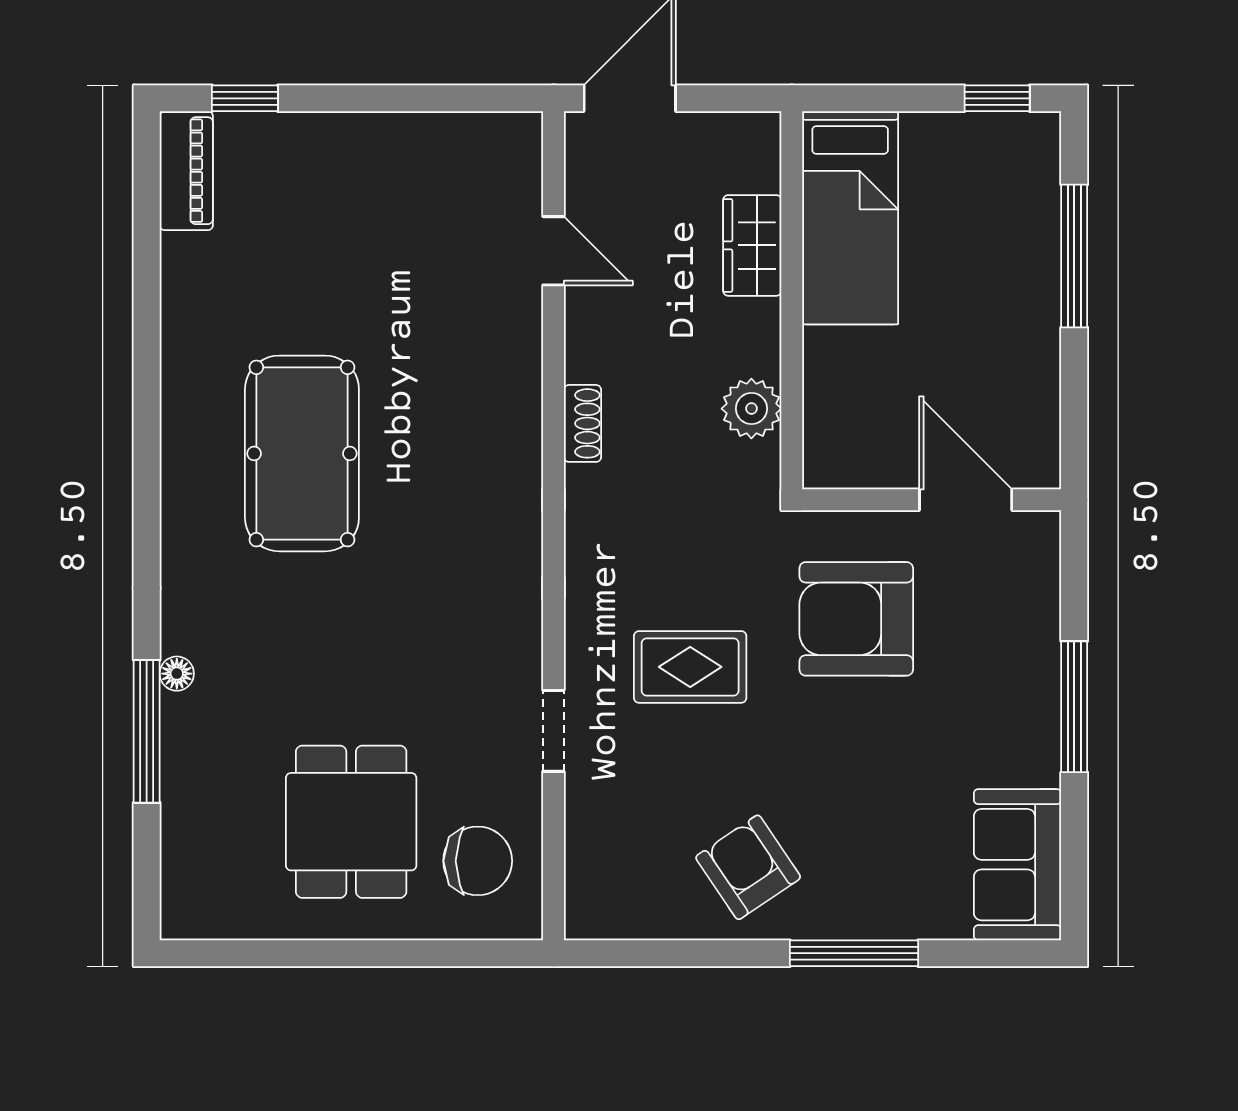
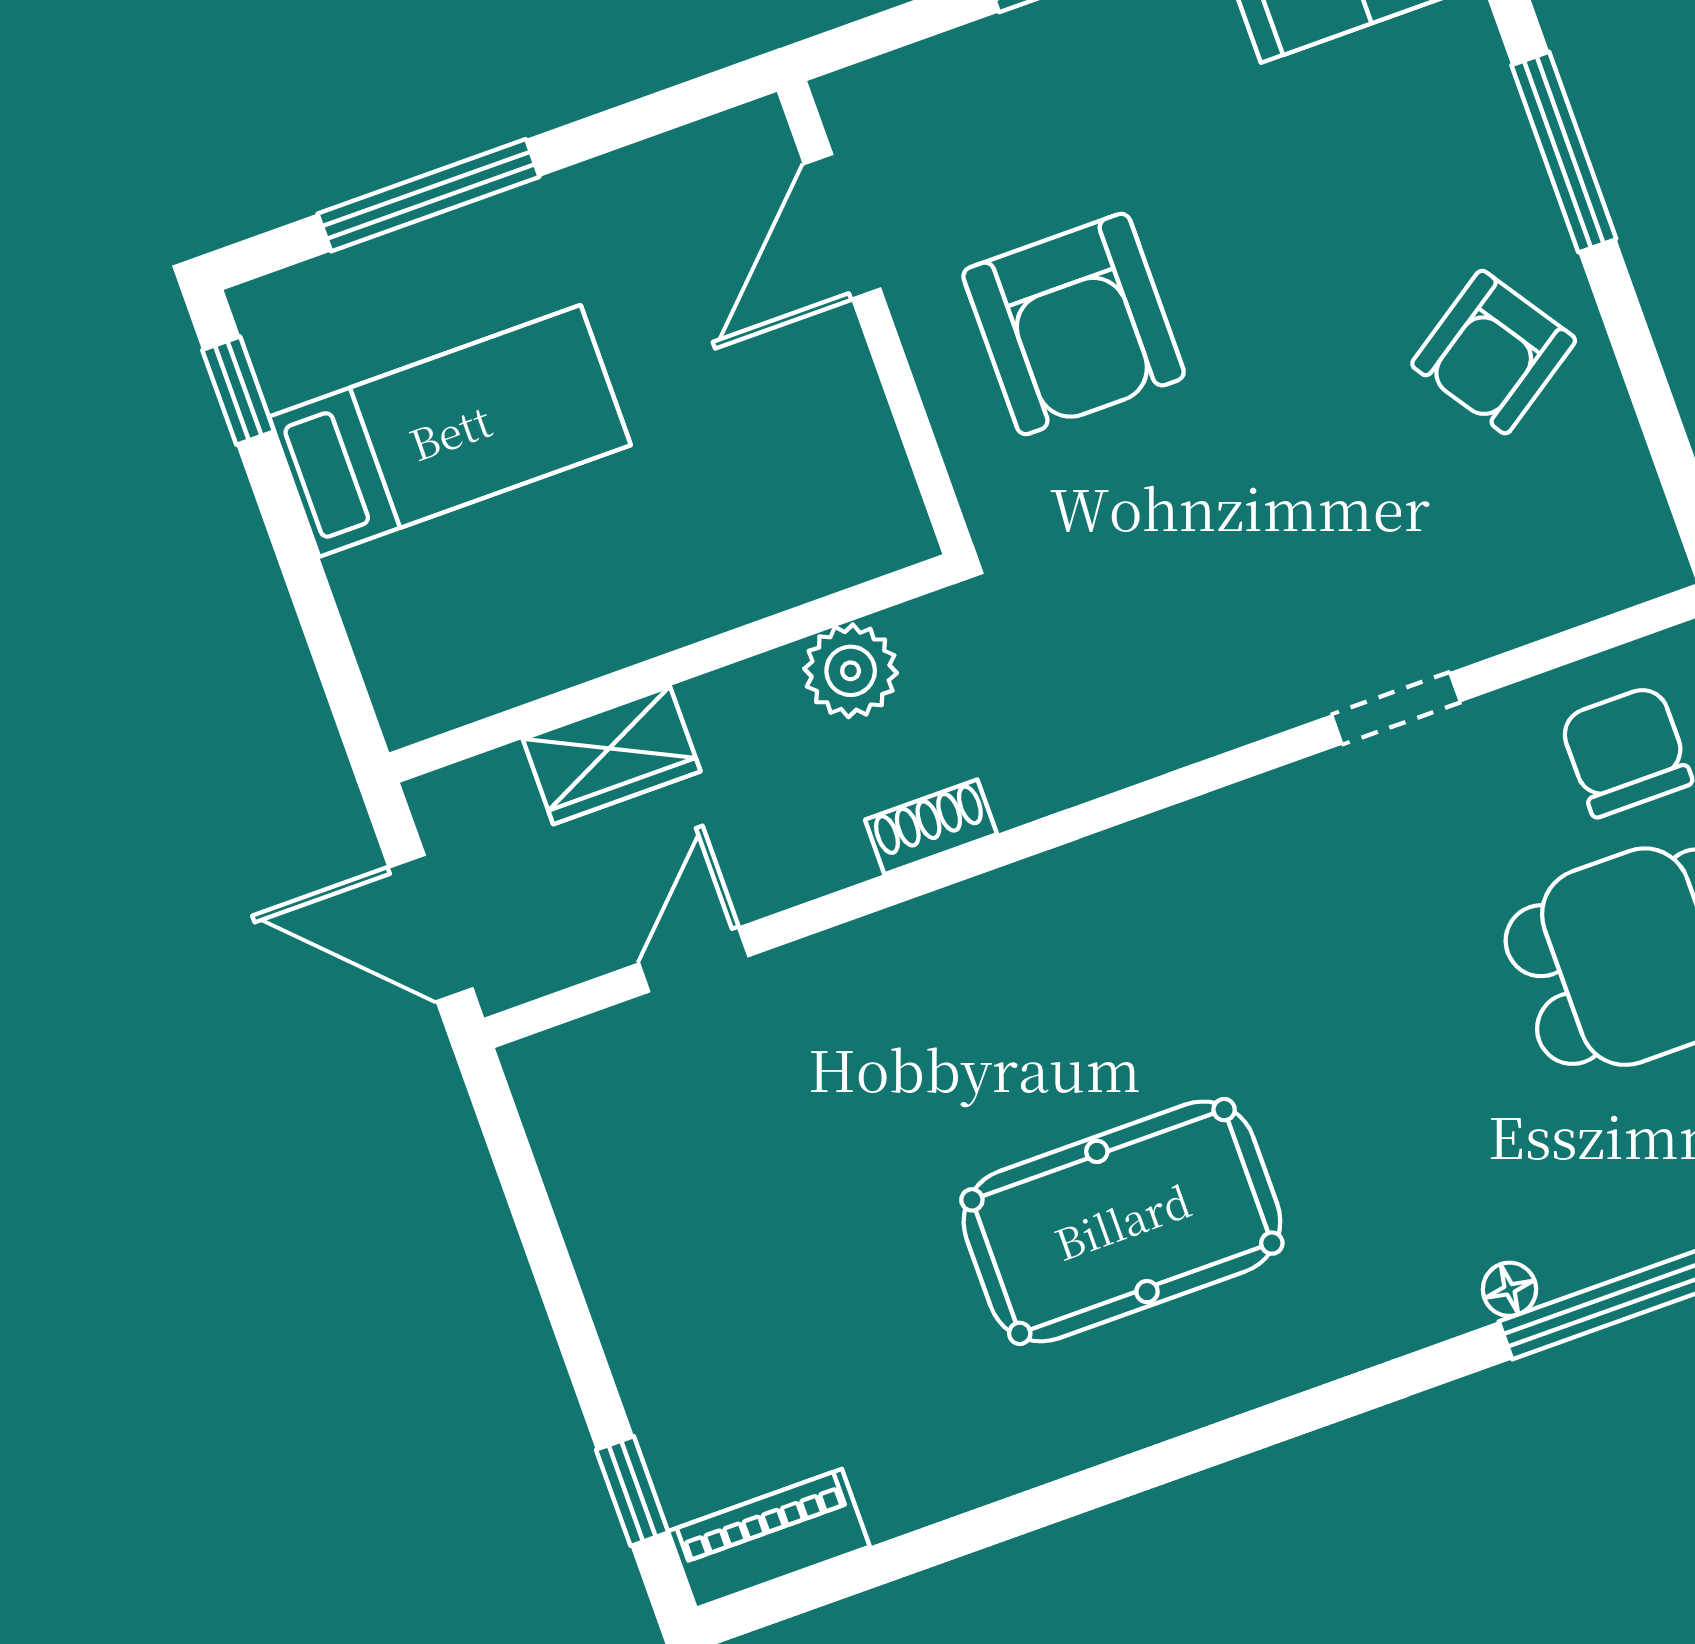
bed: (850, 218) -> (450, 431), moved
wardrobe: (752, 245) -> (612, 755), moved
wall: (792, 300) -> (671, 668), moved
plant: (751, 409) -> (851, 671), moved
rug: (690, 667) -> (1231, 542), removed

